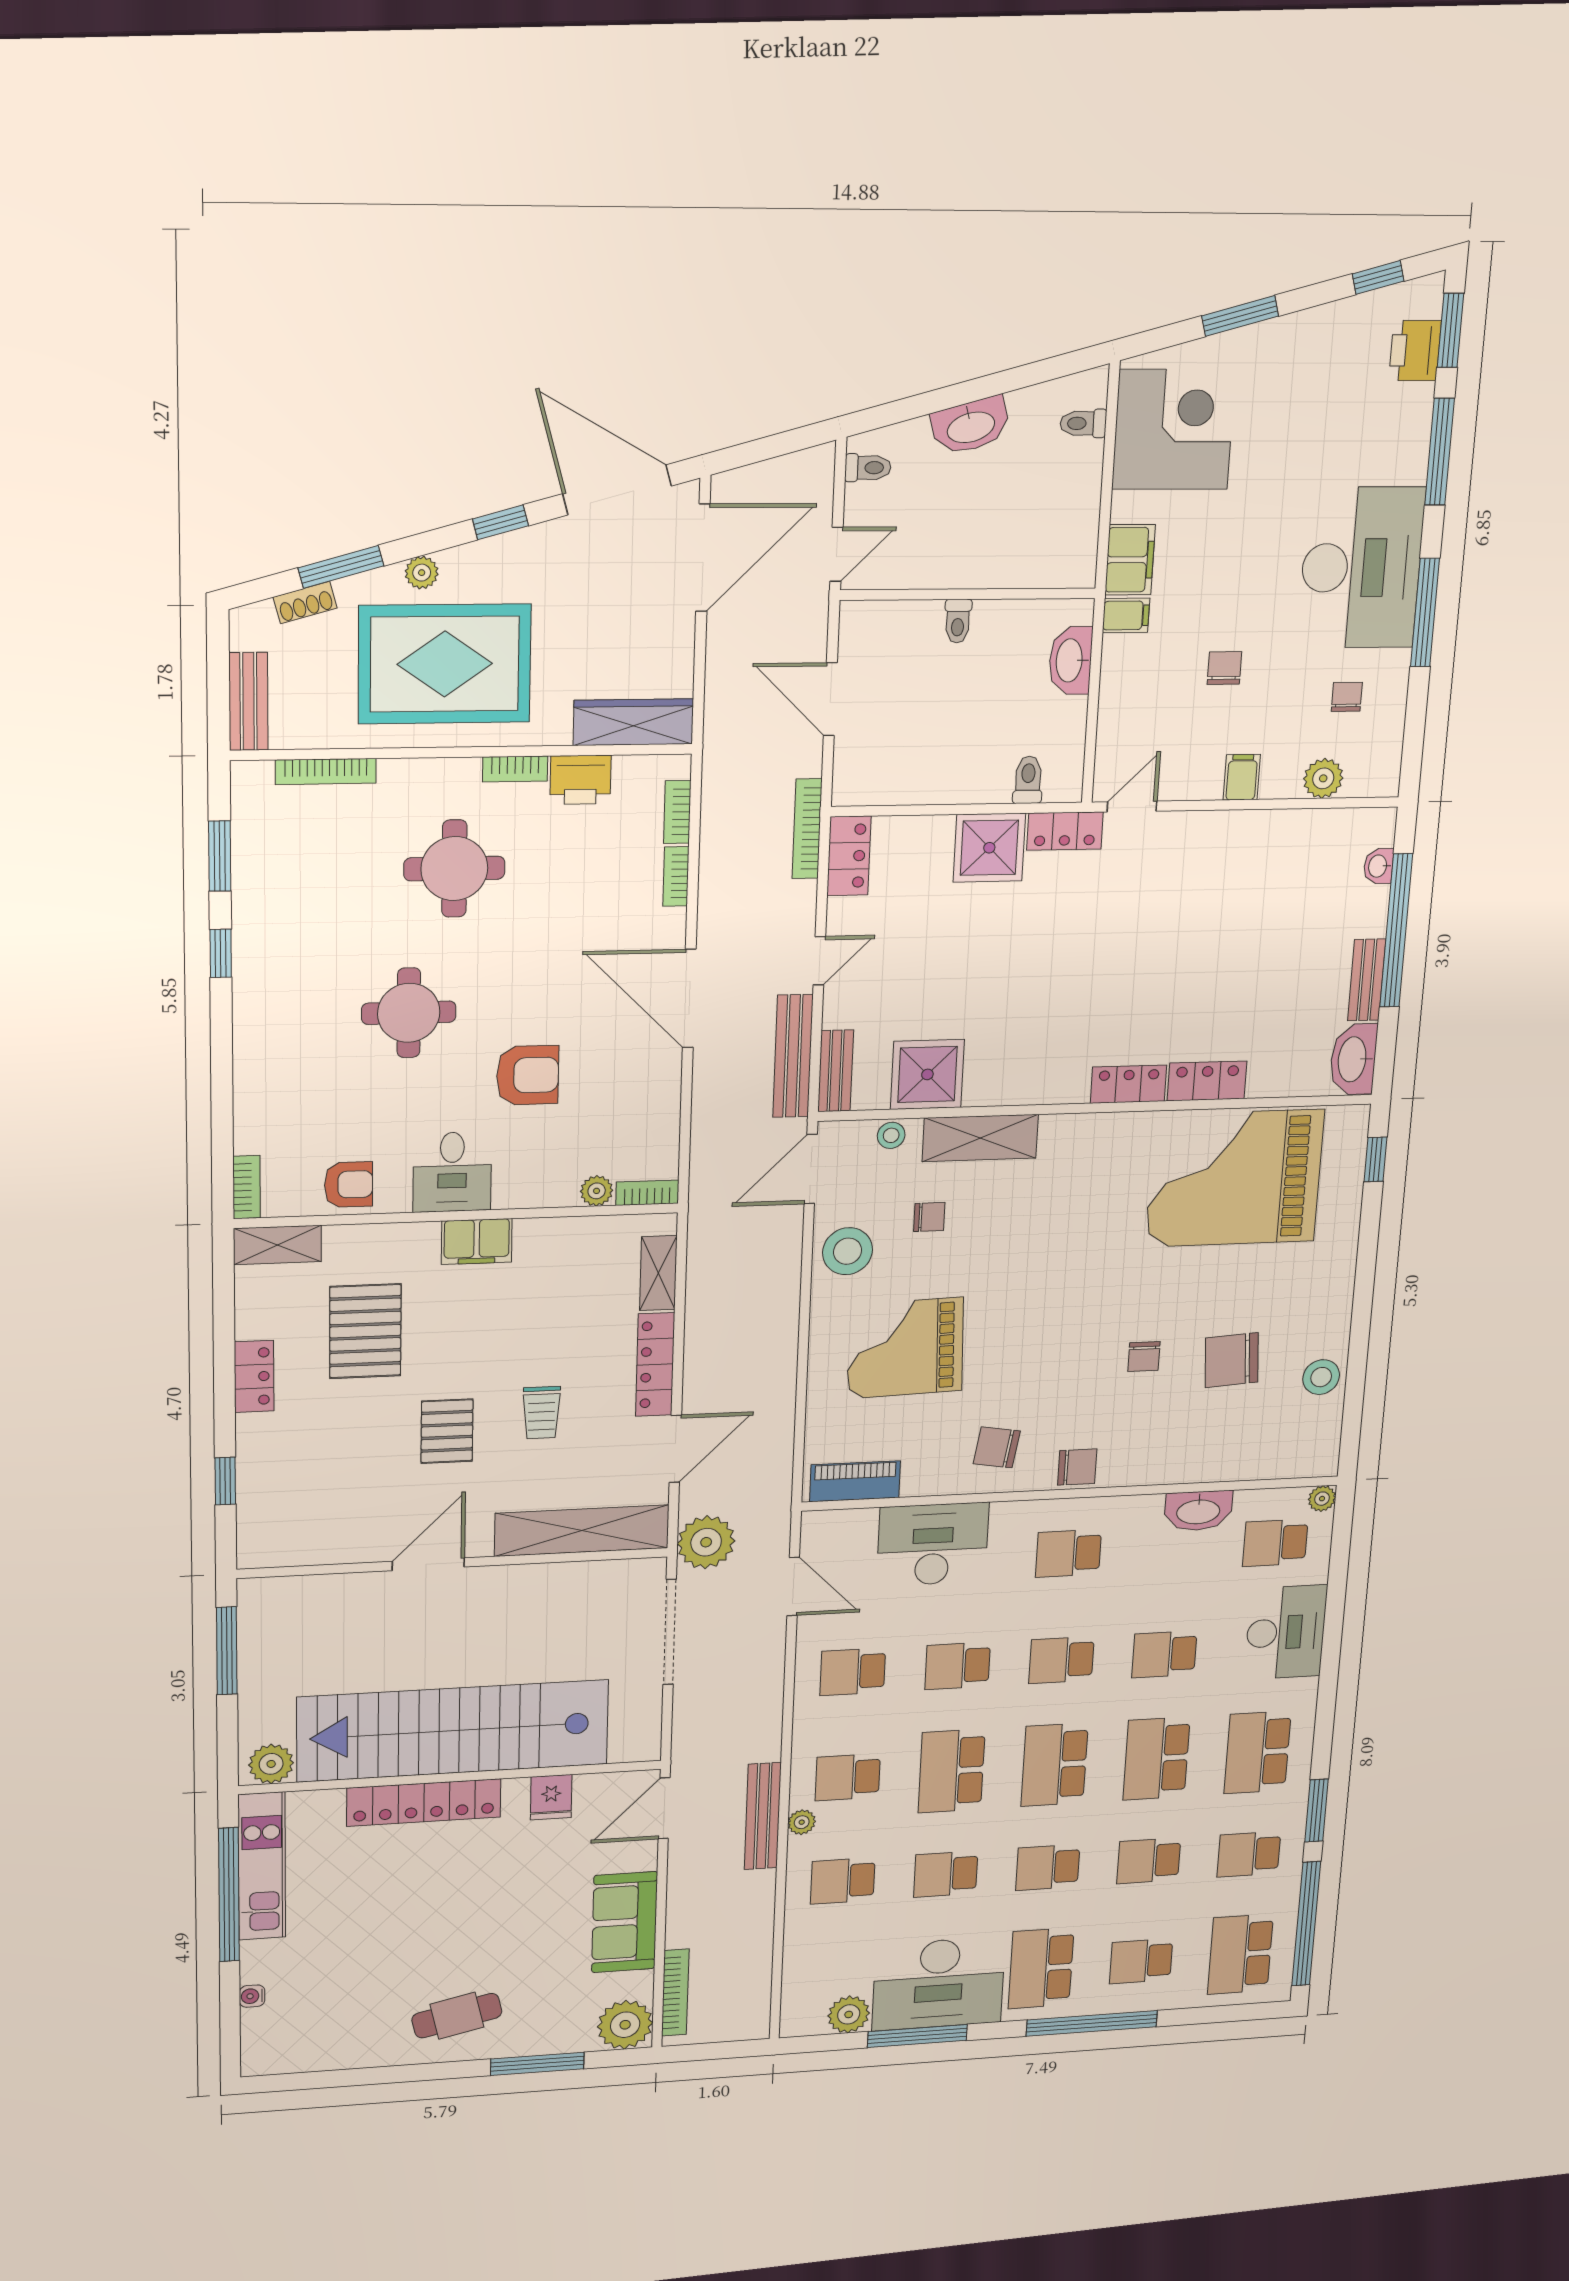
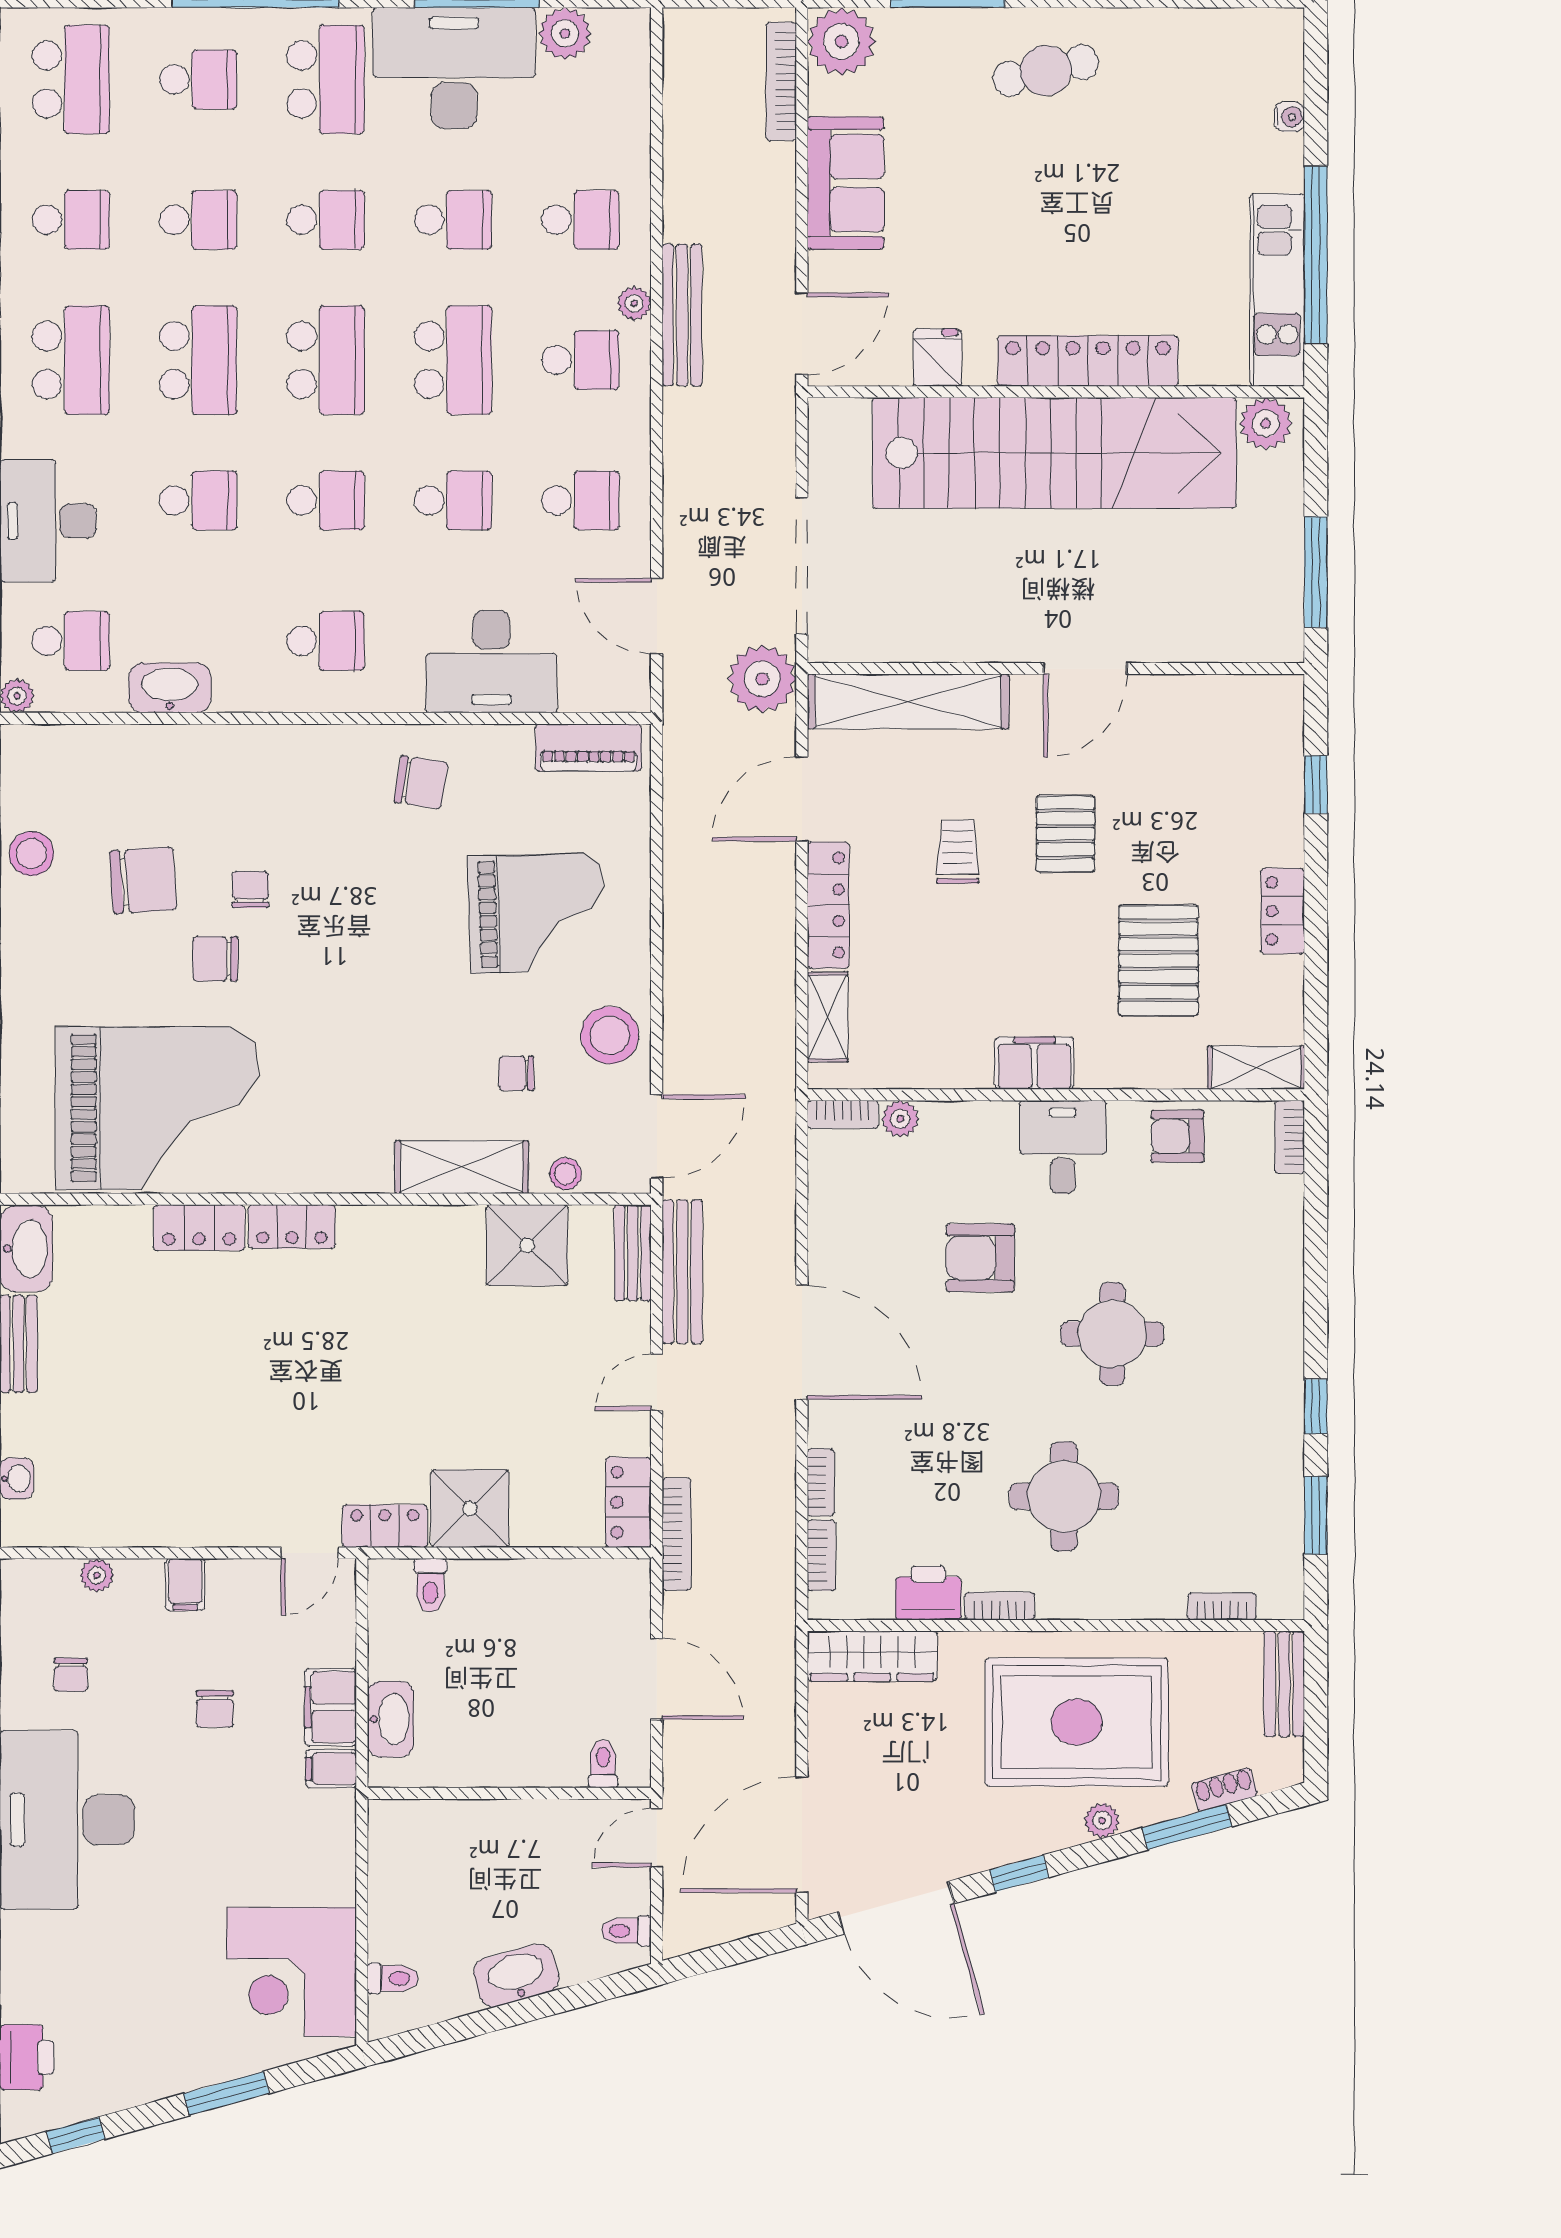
filing cabinet: (1130, 560) -> (331, 1707), moved
toilet: (958, 621) -> (603, 1764), moved
bookcase: (326, 772) -> (1222, 1606), width x0.64
plant: (1323, 778) -> (97, 1575), width x0.73, depth x0.73
chair: (1077, 1467) -> (215, 959), moved

